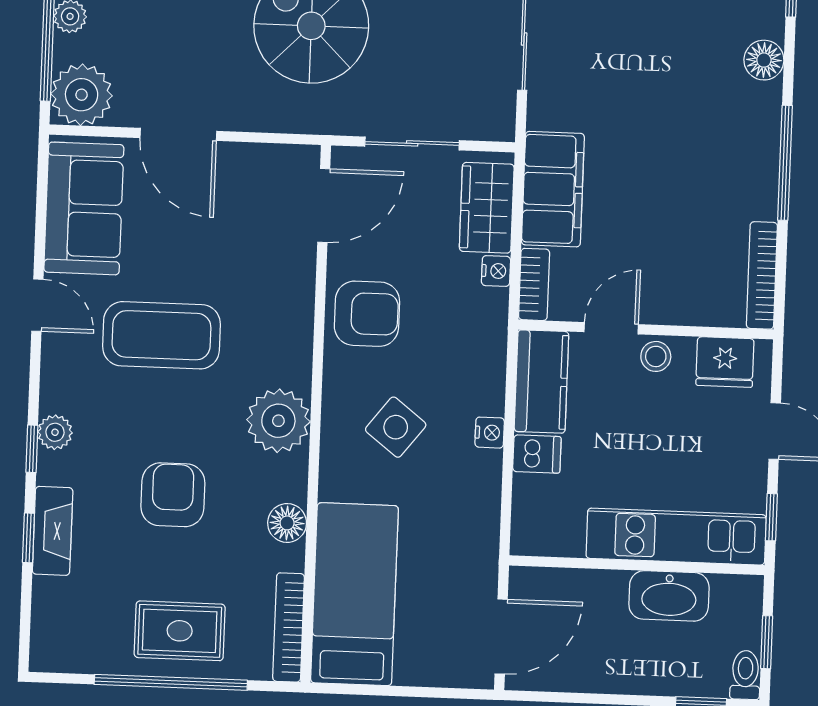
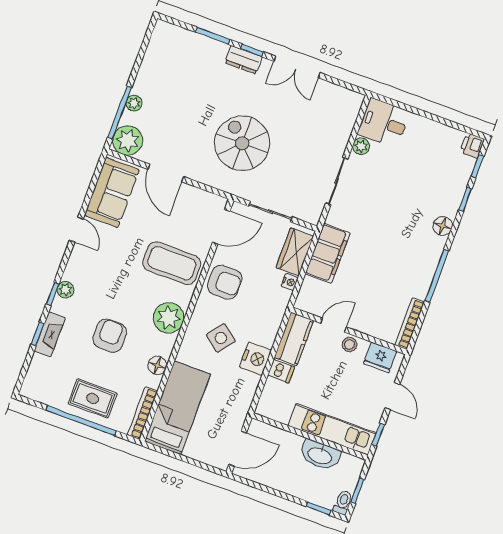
bookcase: (534, 284) -> (305, 294), removed
coffee table: (161, 335) -> (172, 263), moved
nightstand: (490, 433) -> (255, 359), width x1.89, depth x1.79

